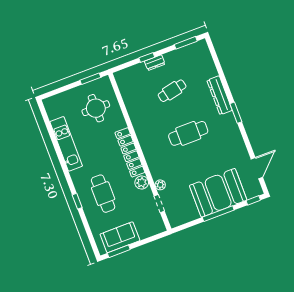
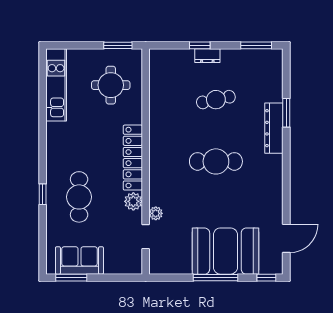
window: (236, 113) -> (286, 113), moved
kitchen unit: (66, 144) -> (56, 85), moved

